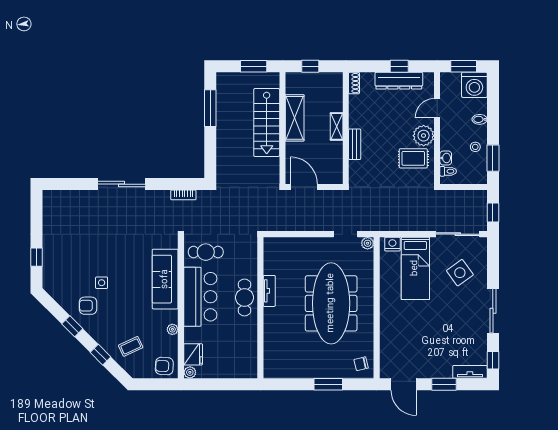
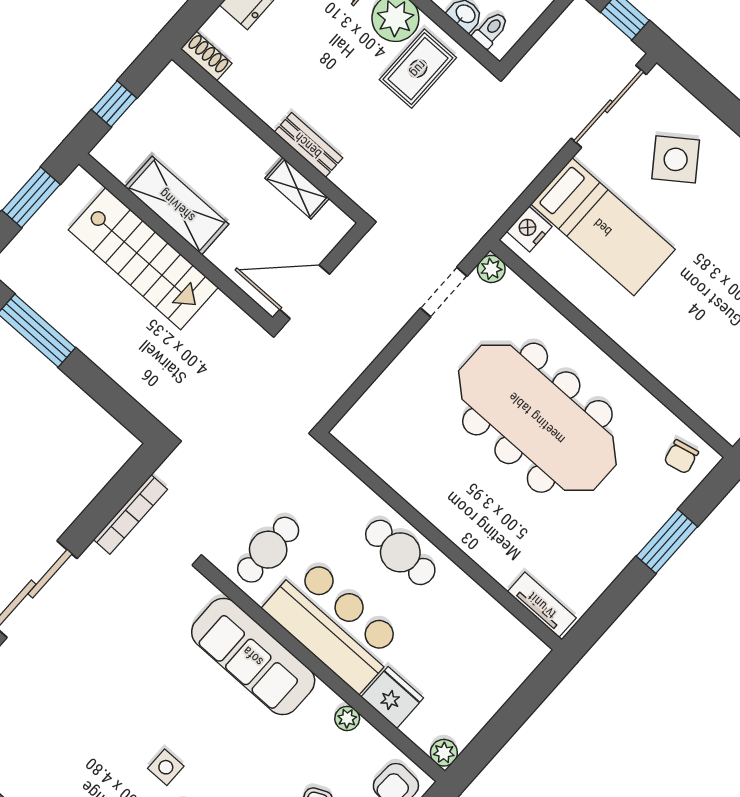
shelving: (337, 126) -> (297, 188), moved
bookcase: (183, 195) -> (130, 514), width x1.56
tv unit: (269, 291) -> (542, 605), moved
fridge: (193, 354) -> (392, 697), moved

